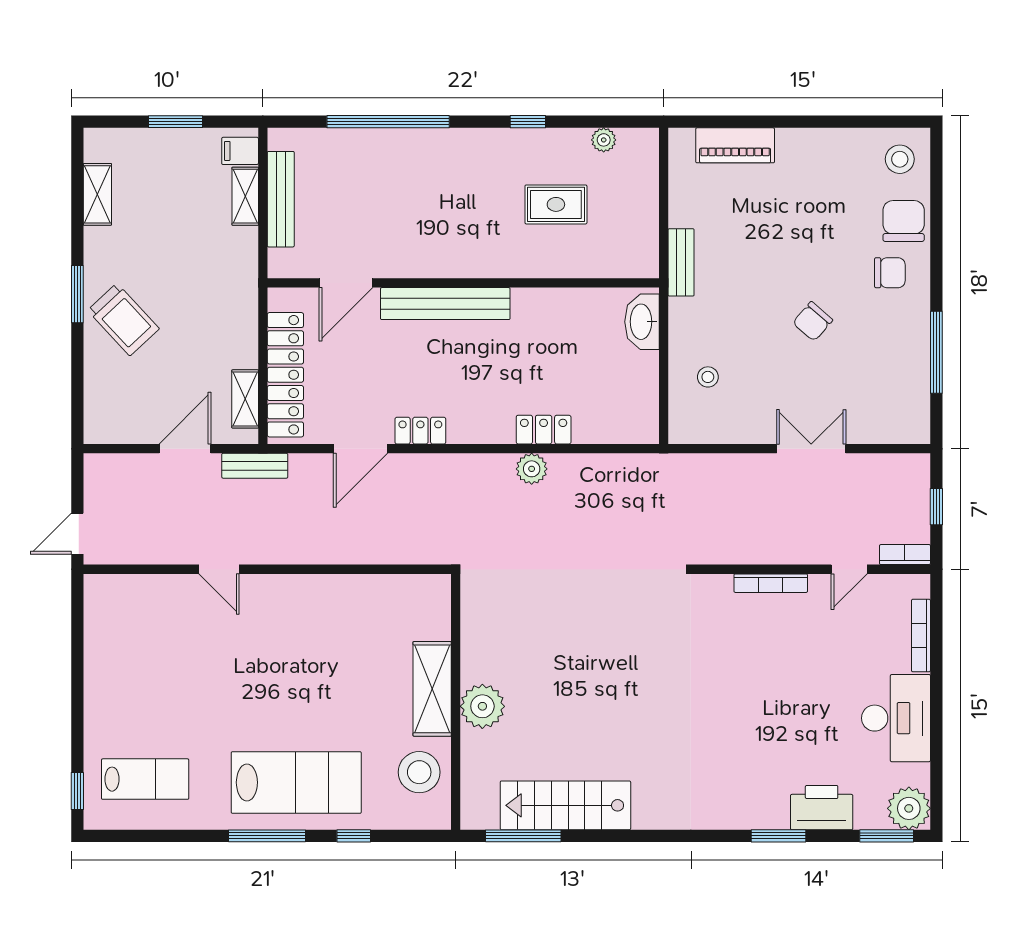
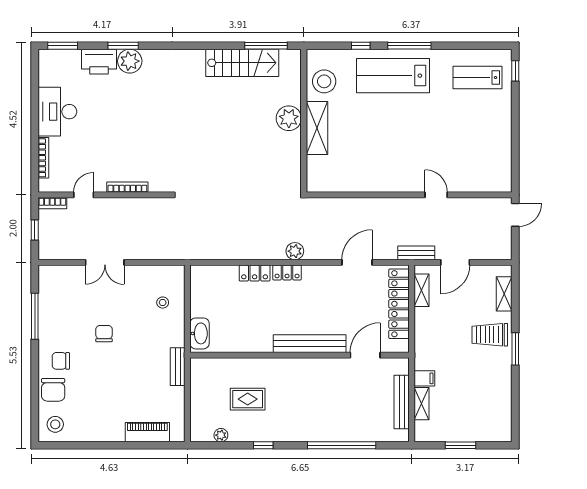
filing cabinet: (240, 151) -> (424, 378), moved
shelving: (97, 194) -> (504, 294), moved
trolley: (123, 319) -> (490, 335), turned -47
chair: (813, 321) -> (104, 334), turned -41
locker: (420, 431) -> (287, 272), moved
plant: (532, 469) -> (295, 251), moved
plant: (909, 808) -> (130, 61), moved

